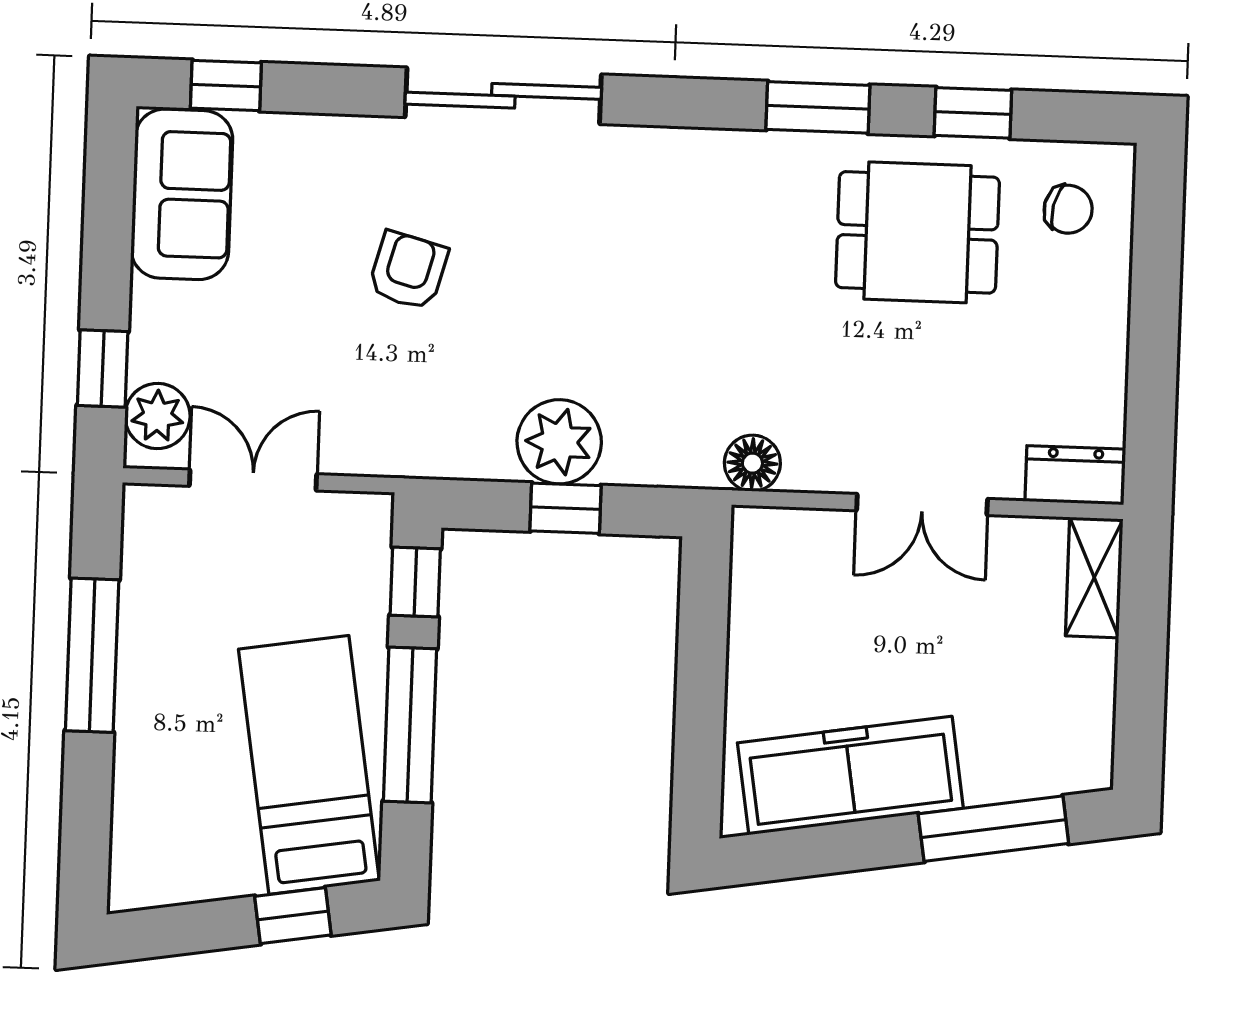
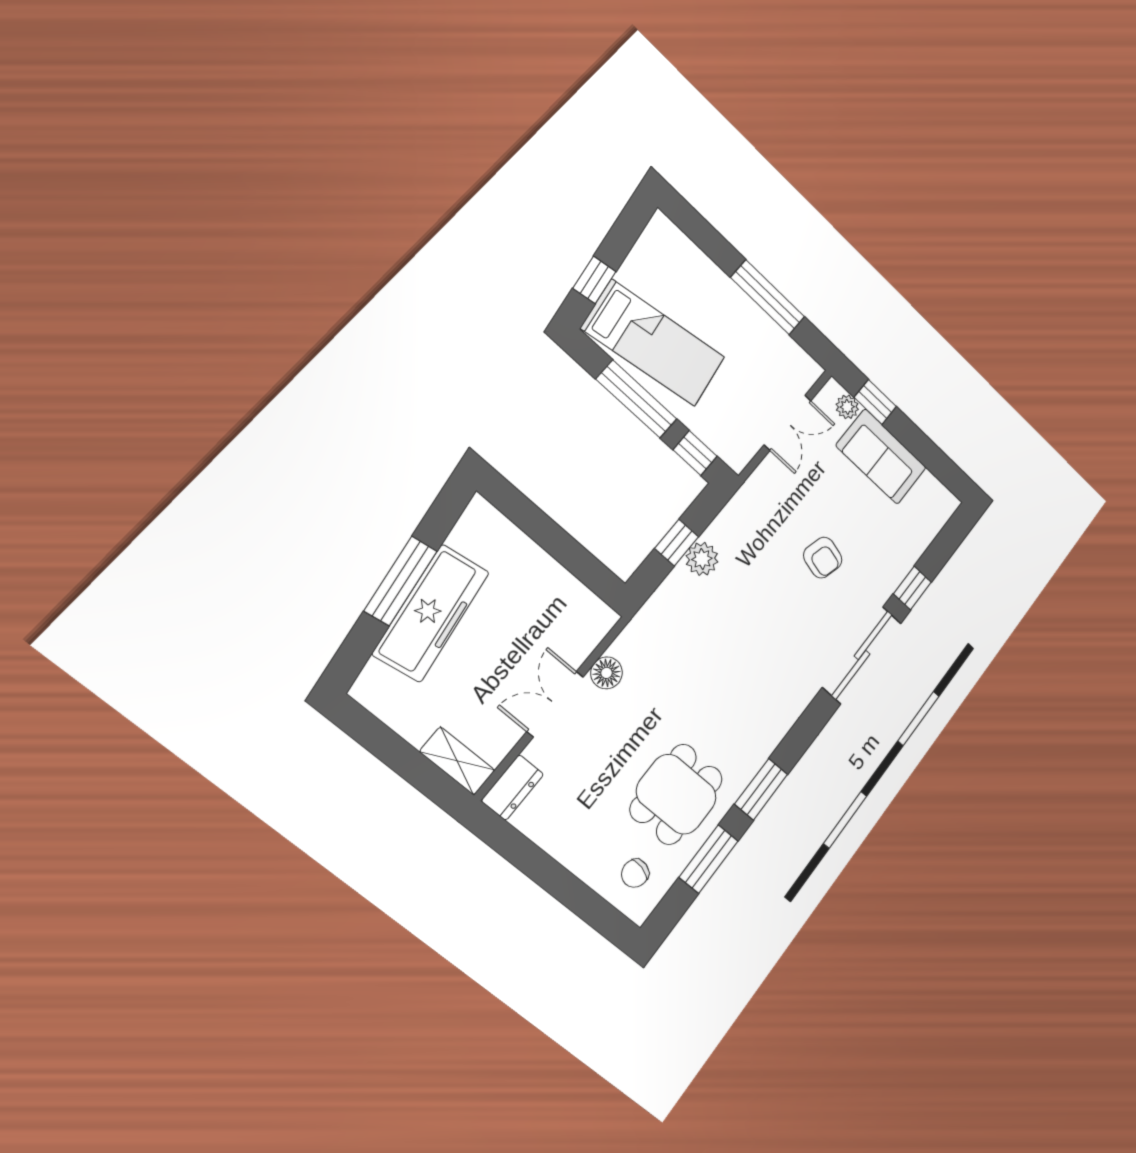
window: (226, 86) -> (912, 588), moved
window: (973, 113) -> (709, 859), width x1.50
sofa: (182, 194) -> (881, 457), moved
plant: (157, 416) -> (847, 407), width x0.73, depth x0.73
plant: (559, 442) -> (702, 559), width x0.73, depth x0.73
floor lamp: (752, 463) -> (607, 673), moved
freezer: (850, 776) -> (431, 613), moved
window: (993, 829) -> (401, 581), moved

